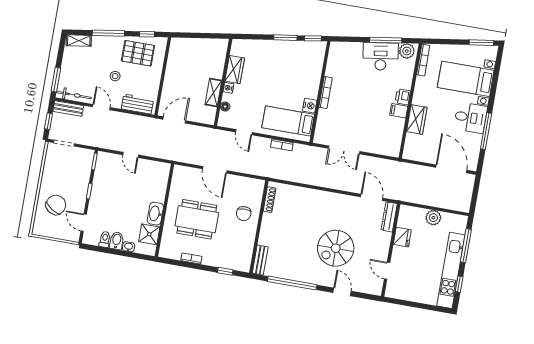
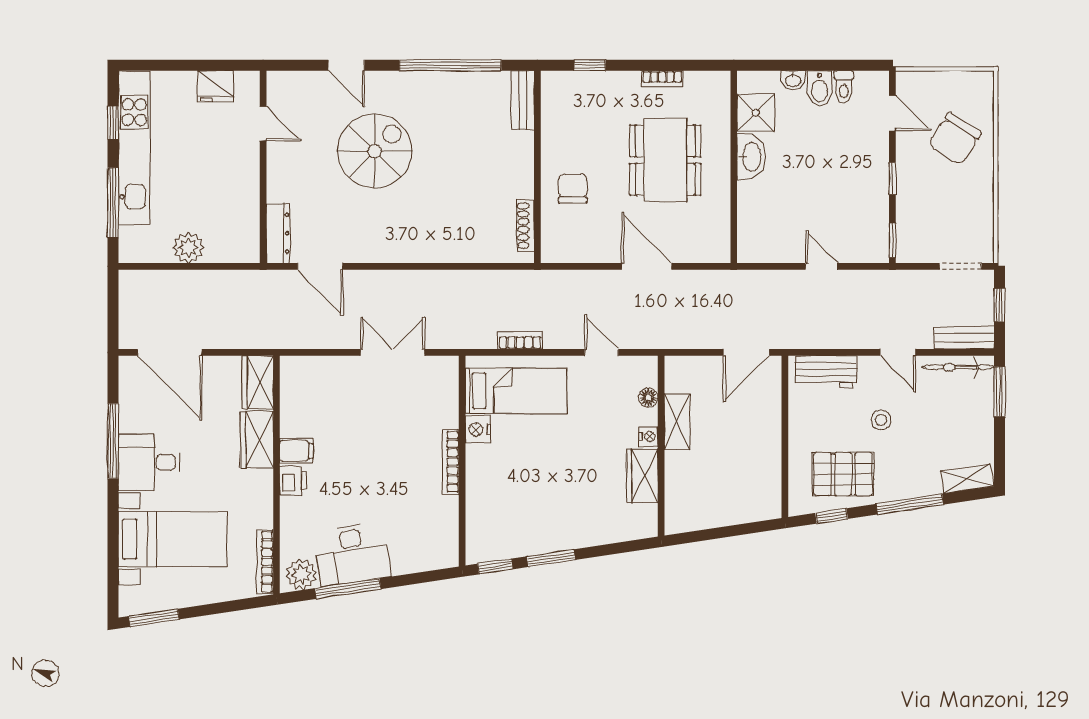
wardrobe: (411, 147) -> (258, 382), added
dining table: (197, 219) -> (665, 160), turned 90
fridge: (402, 237) -> (216, 86), moved, turned -90

